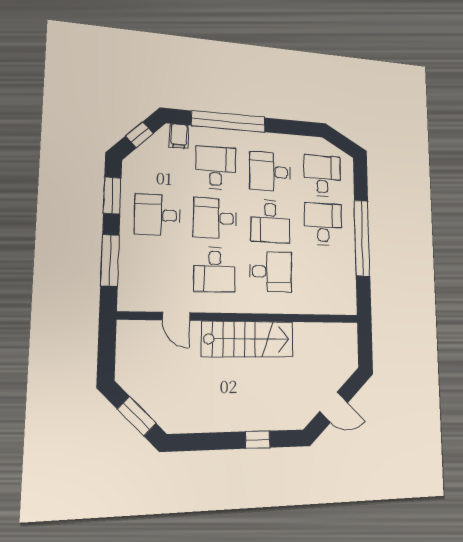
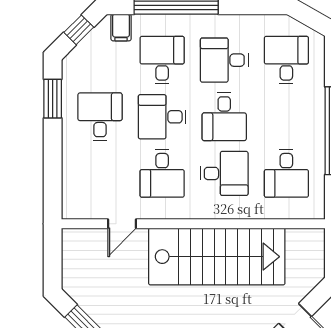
desk: (157, 215) -> (100, 117), turned 90
desk: (323, 224) -> (286, 173), moved, turned 180
window: (110, 260) -> (53, 167), removed
door: (176, 316) -> (122, 224), hinge flipped
stairs: (248, 339) -> (217, 257), width x1.36, depth x1.51

